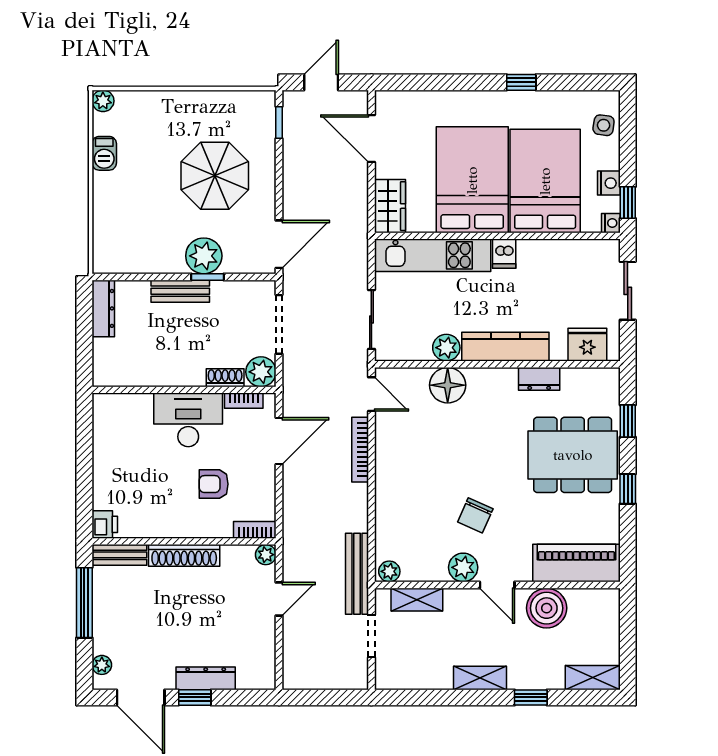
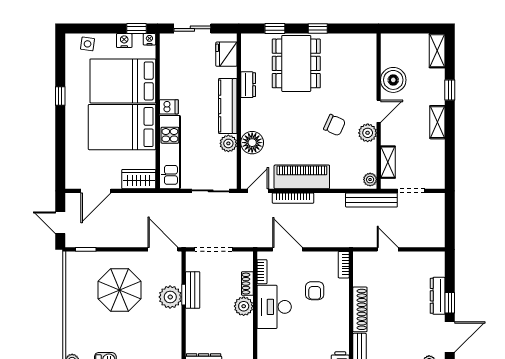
bench: (180, 291) -> (193, 290), moved
plant: (261, 372) -> (244, 306), moved
plant: (266, 555) -> (359, 258), removed
piano: (576, 563) -> (302, 177), moved, turned 90

